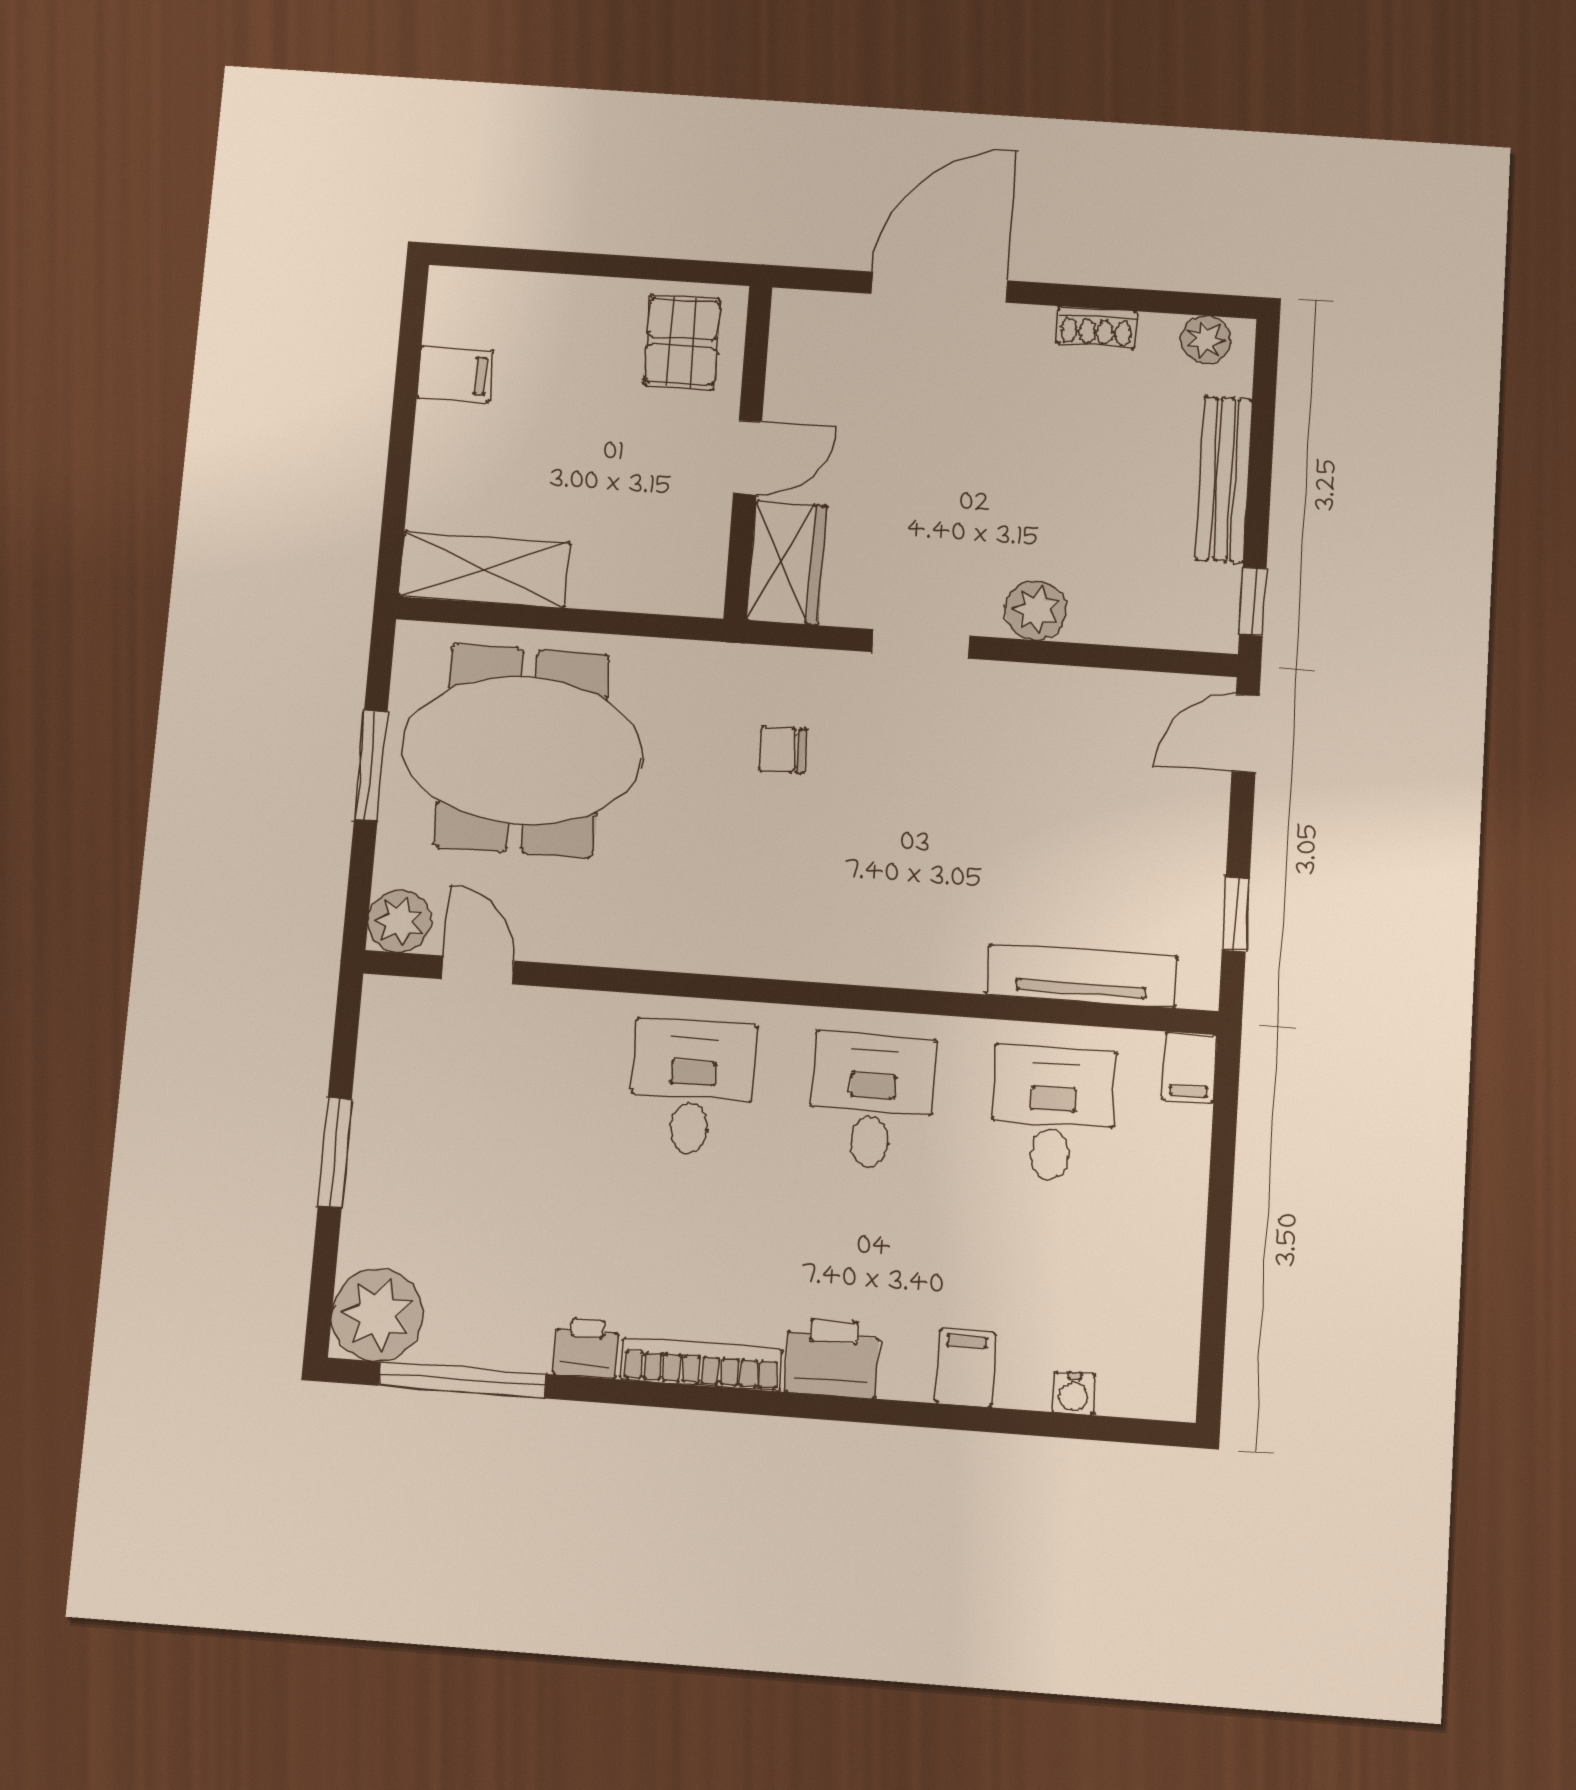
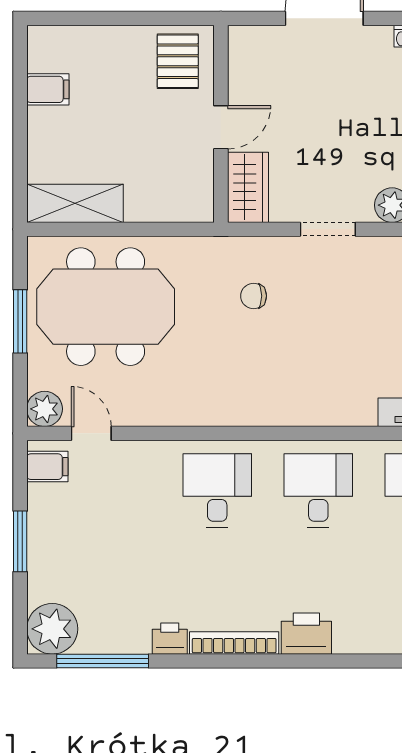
filing cabinet: (965, 1368) -> (47, 467), moved, turned 90

